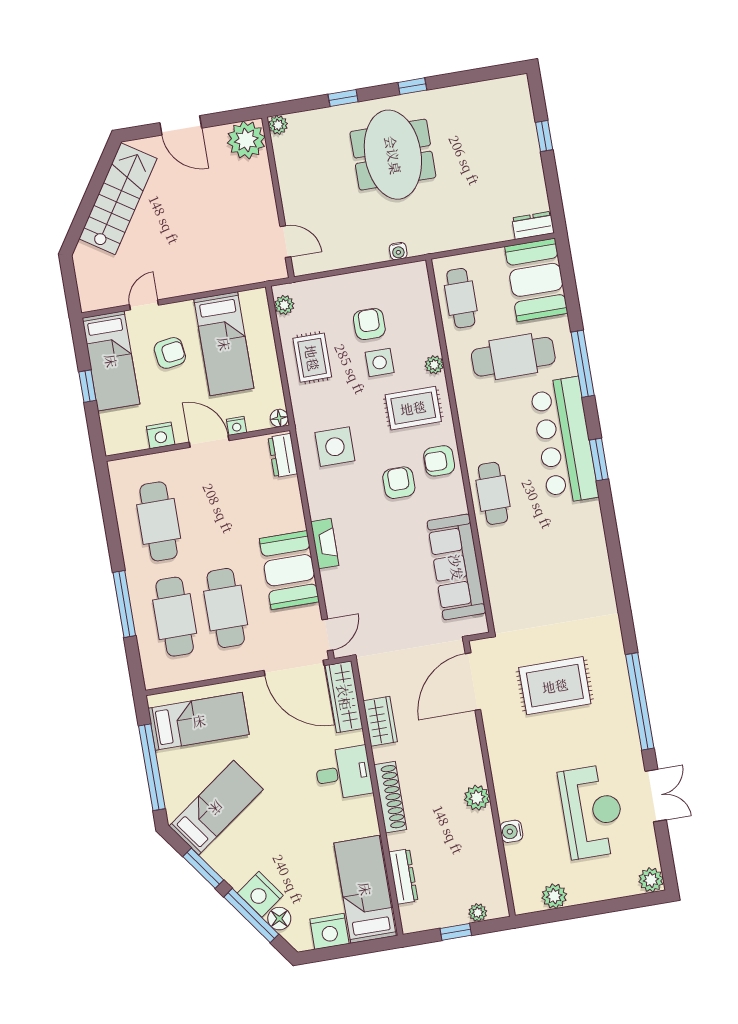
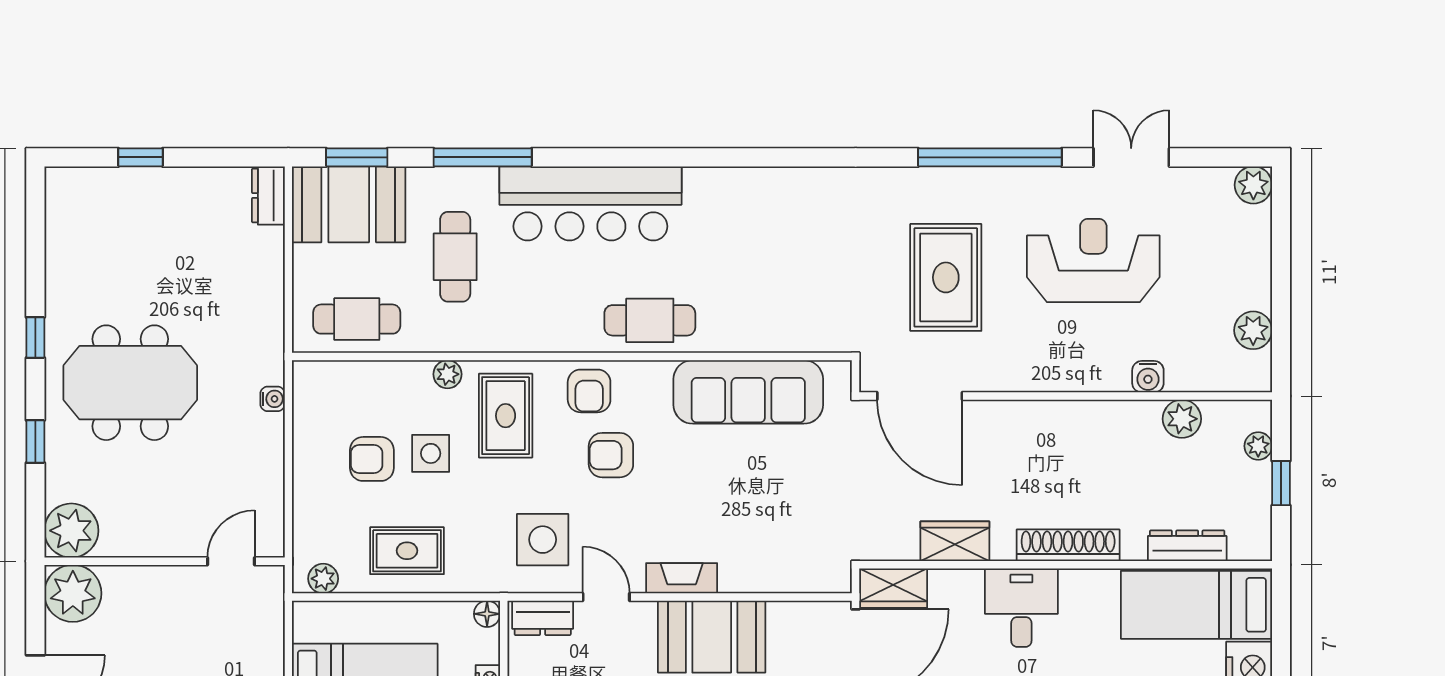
plant: (278, 125) -> (71, 531), width x1.88, depth x1.88
cafe table: (513, 357) -> (455, 257), width x0.73, depth x0.74
window: (599, 459) -> (357, 157), moved
door: (327, 635) -> (606, 597), moved
wardrobe: (344, 697) -> (893, 588), width x0.67
plant: (477, 798) -> (1182, 419), moved
reception desk: (592, 812) -> (1093, 260), moved

